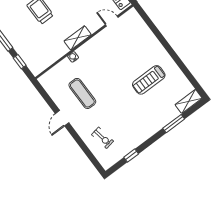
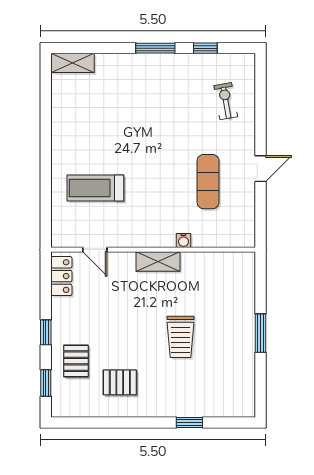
window: (20, 62) -> (261, 288), removed
treadmill: (149, 80) -> (95, 188), moved, turned 180
window: (174, 124) -> (155, 48), moved

